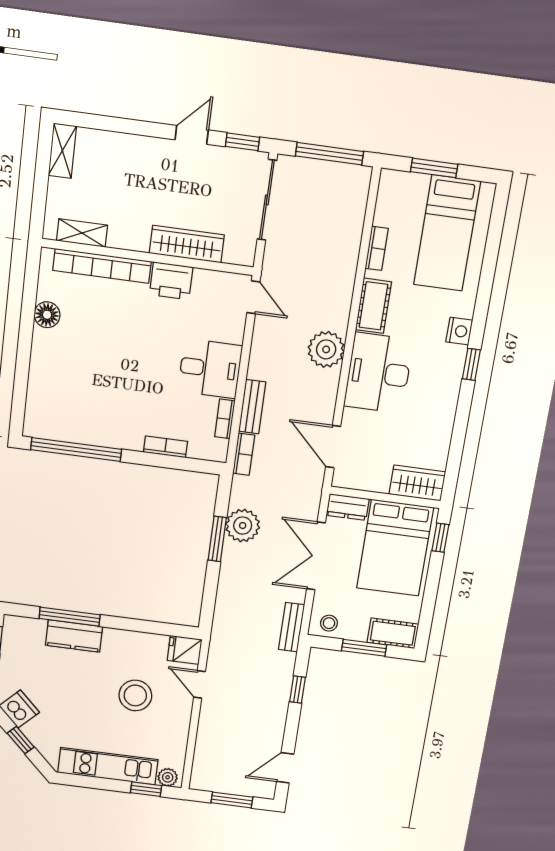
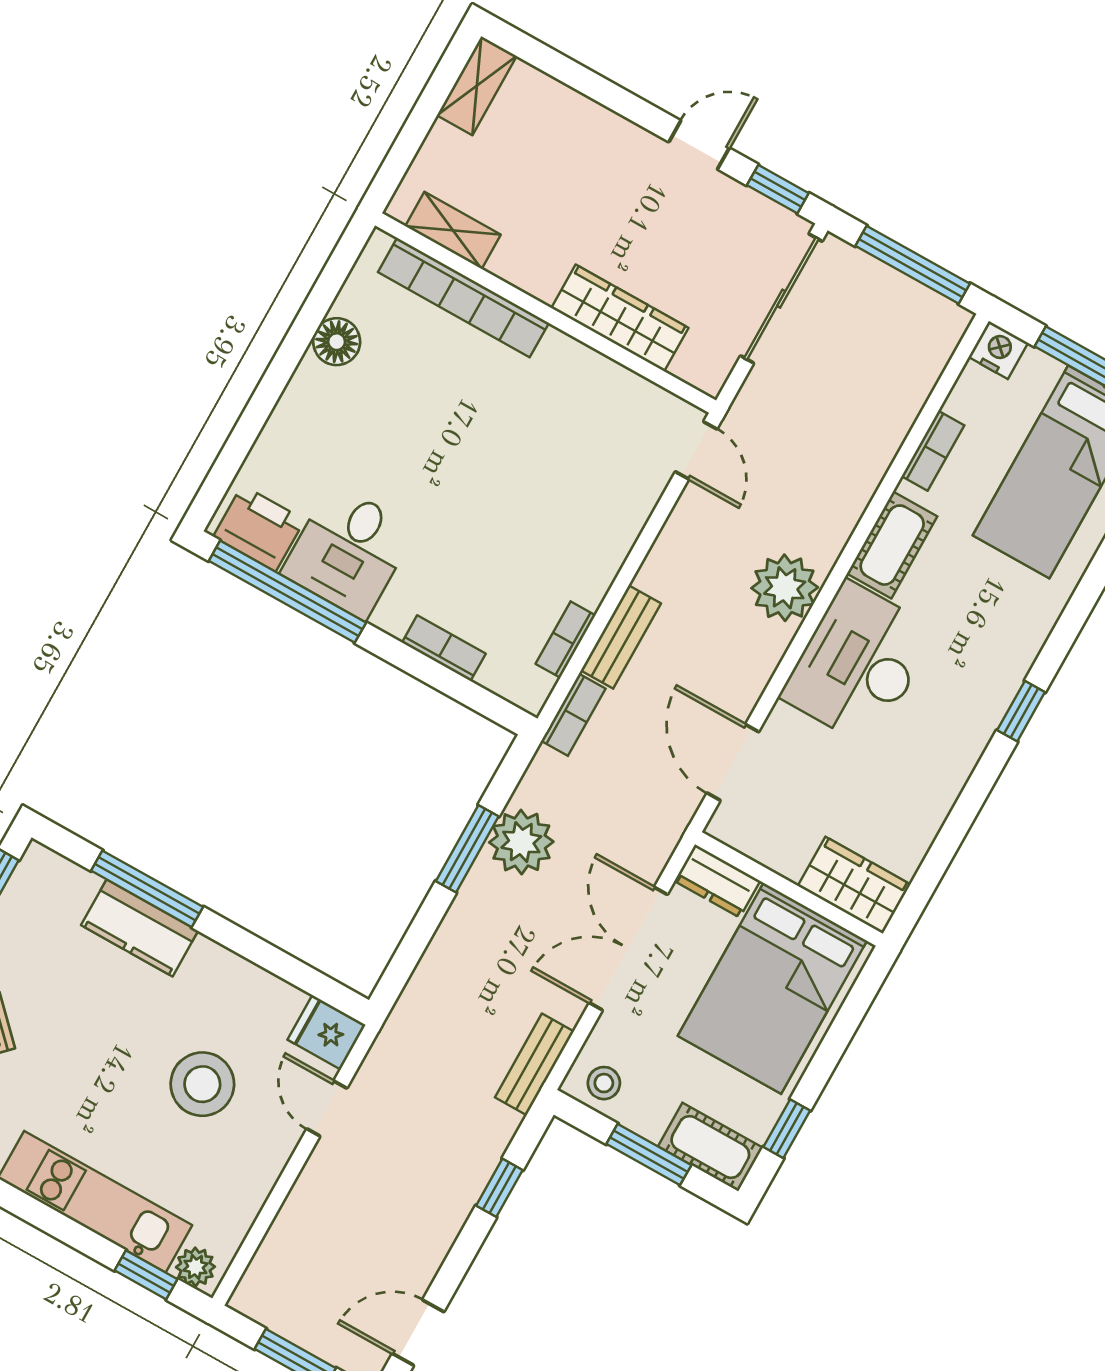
printer: (171, 281) -> (259, 528), moved, turned 180
nightstand: (459, 331) -> (998, 350), moved, turned -90
desk: (210, 369) -> (348, 551), moved, turned 90
window: (440, 538) -> (787, 1129), moved

